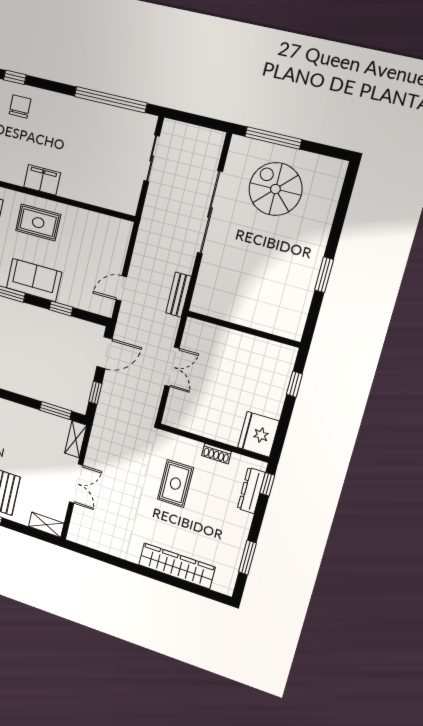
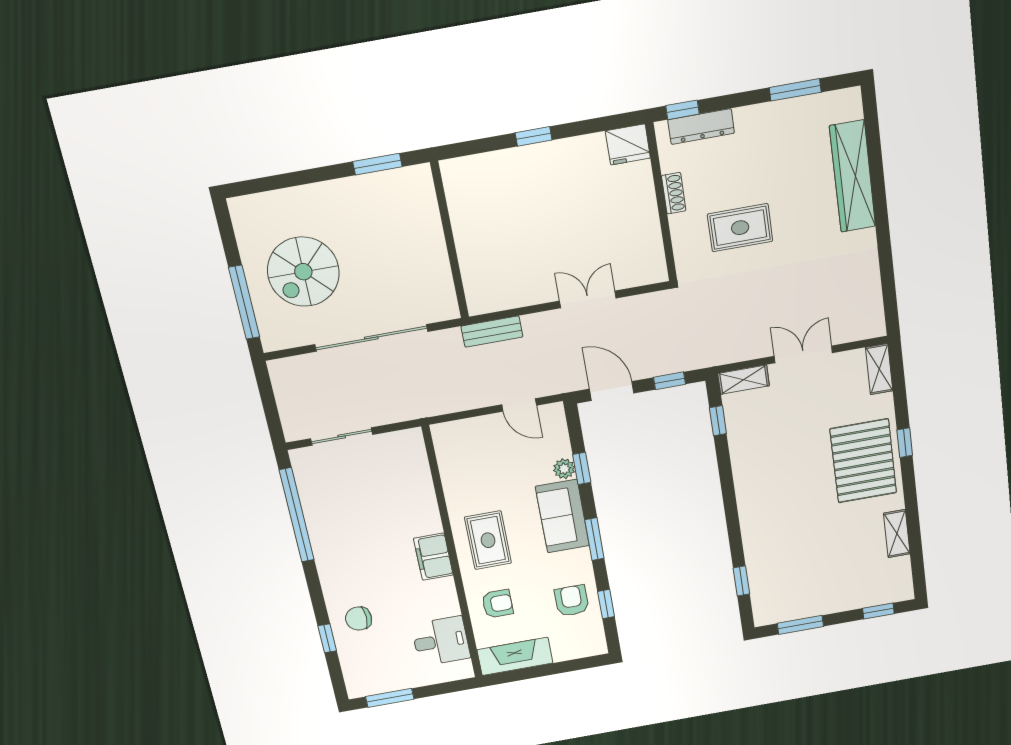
plant: (66, 297) -> (564, 469), added
wall: (243, 329) -> (450, 241), moved
window: (56, 411) -> (718, 421), width x0.67
fridge: (258, 434) -> (628, 145), width x0.73, depth x0.75

